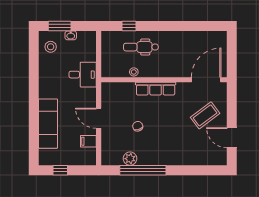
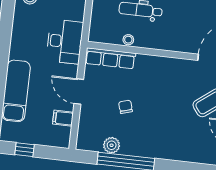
desk: (83, 75) -> (65, 41), width x1.37
row of seats: (156, 89) -> (110, 58), moved

